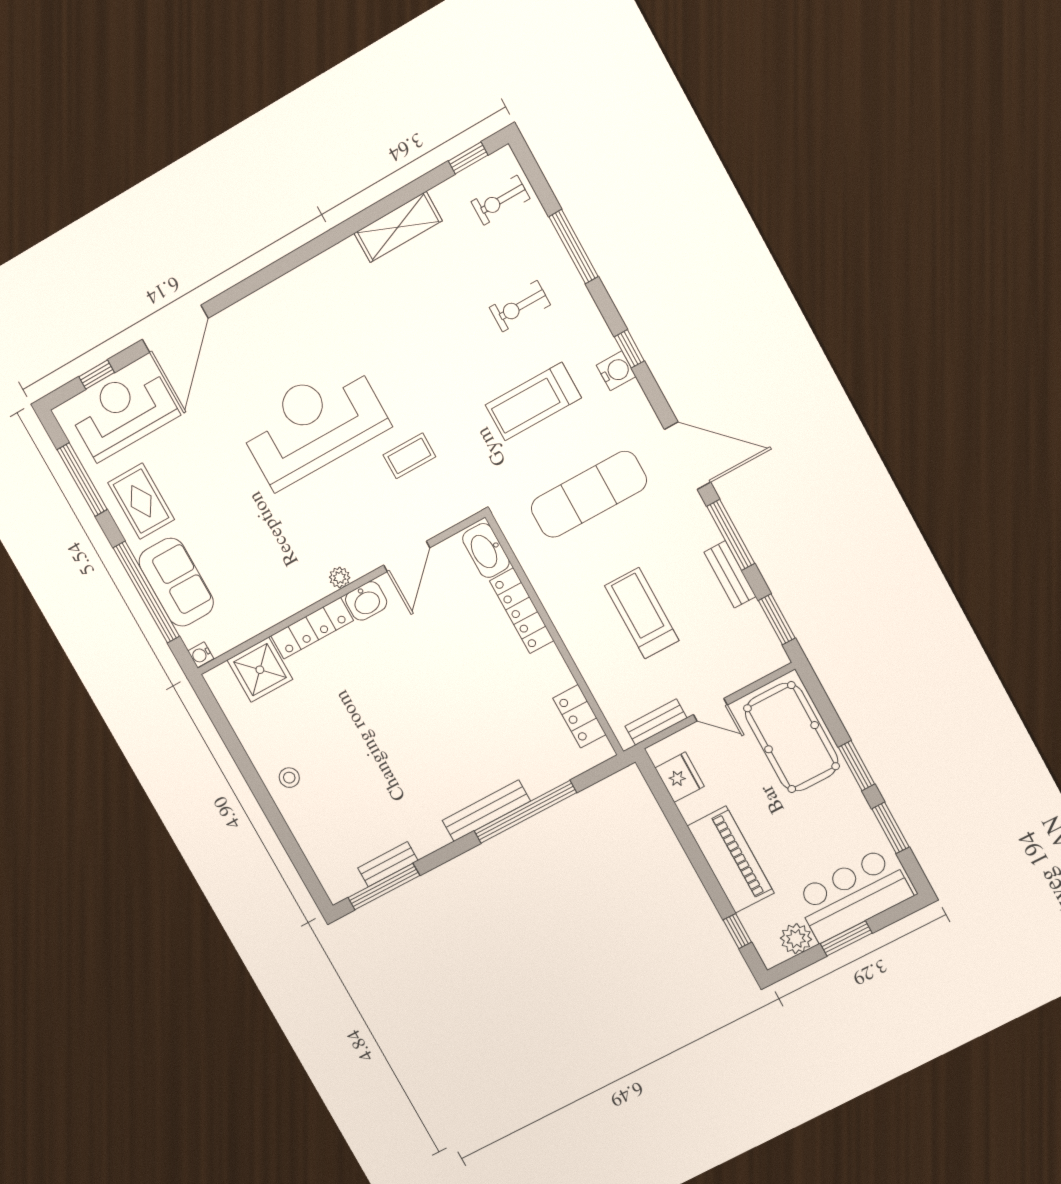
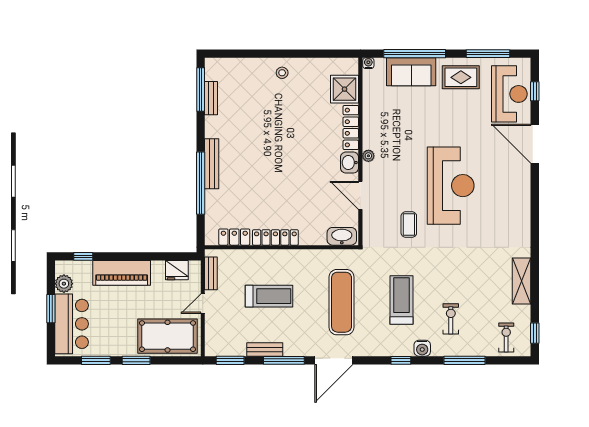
water cooler: (616, 371) -> (422, 348), moved
locker: (522, 611) -> (275, 237), moved

